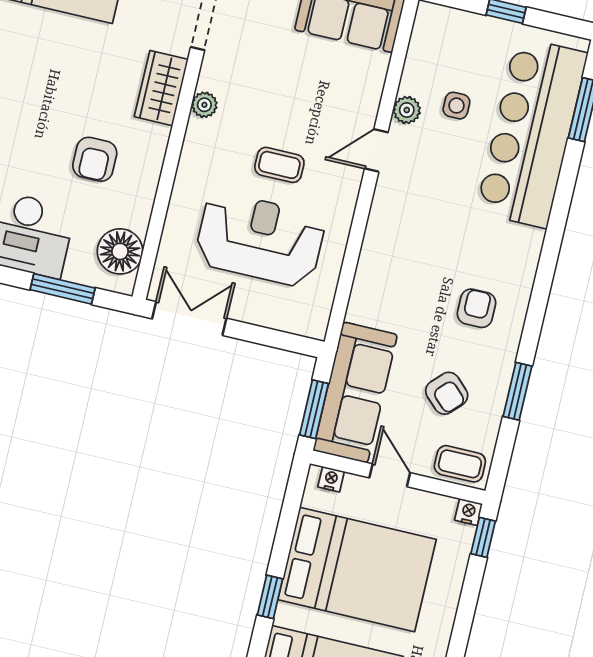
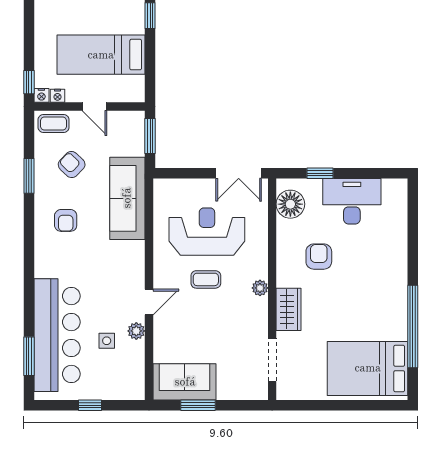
plant: (204, 105) -> (260, 288), moved
reception desk: (260, 239) -> (207, 232), turned 180
window: (63, 289) -> (320, 173), width x0.67
sofa: (355, 393) -> (127, 198), moved
nightstand: (331, 479) -> (58, 96), moved
bed: (357, 569) -> (101, 55), width x0.67

